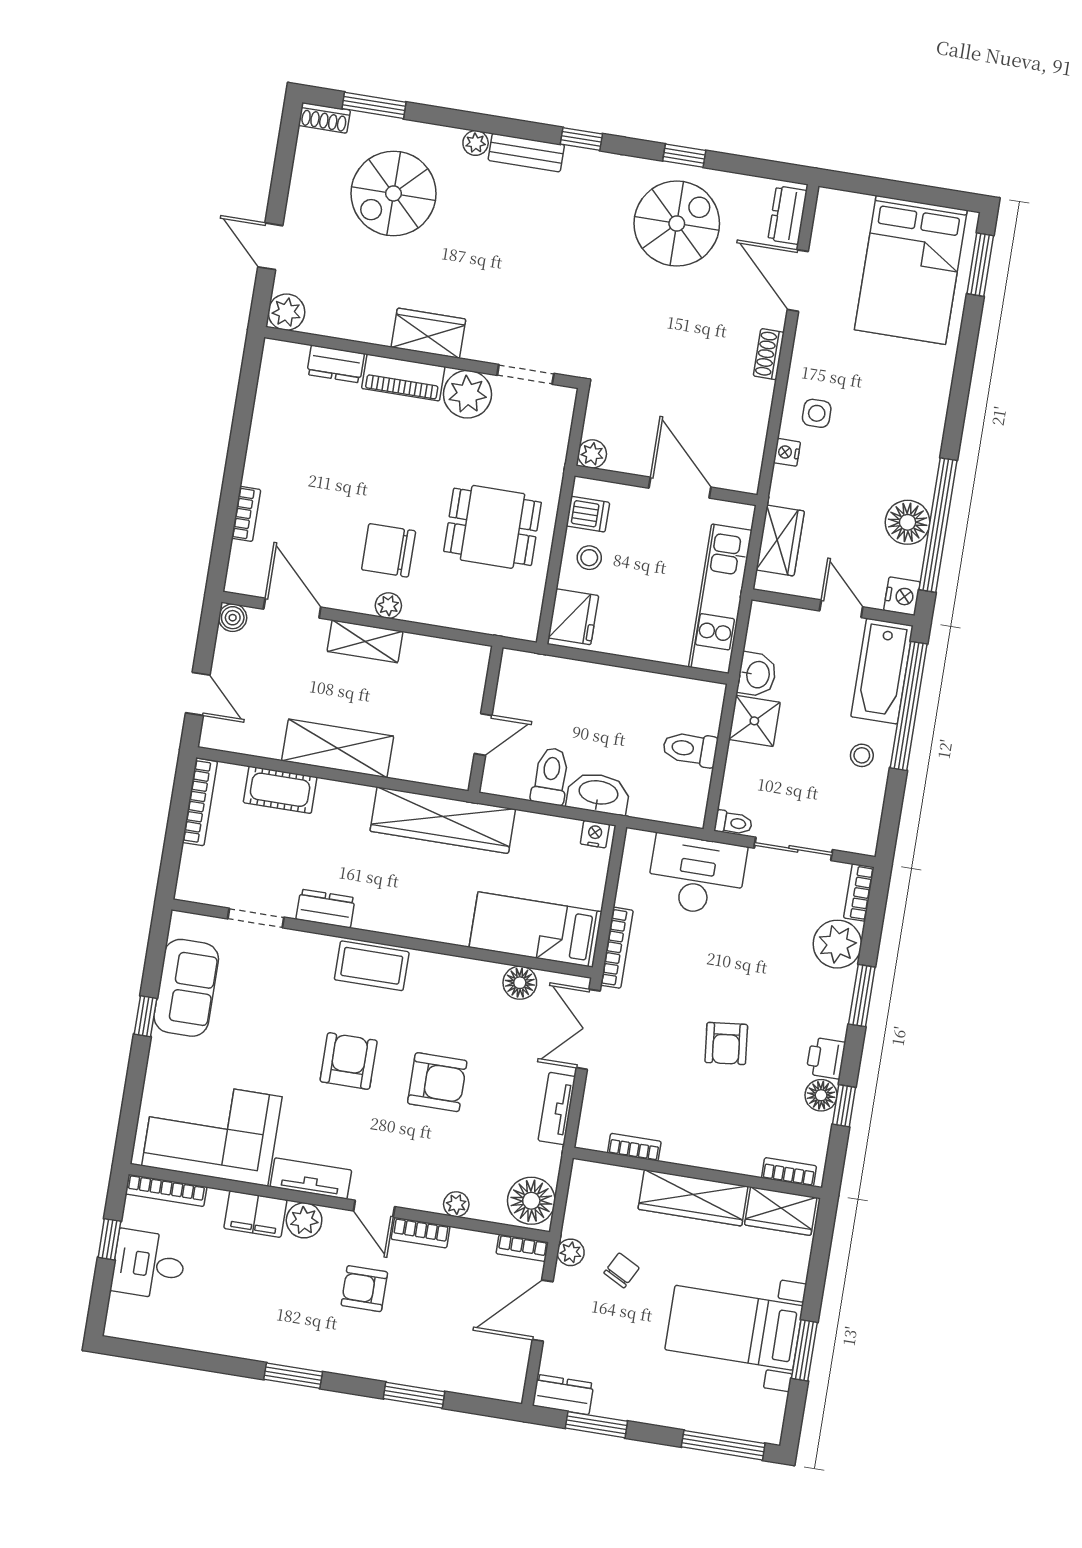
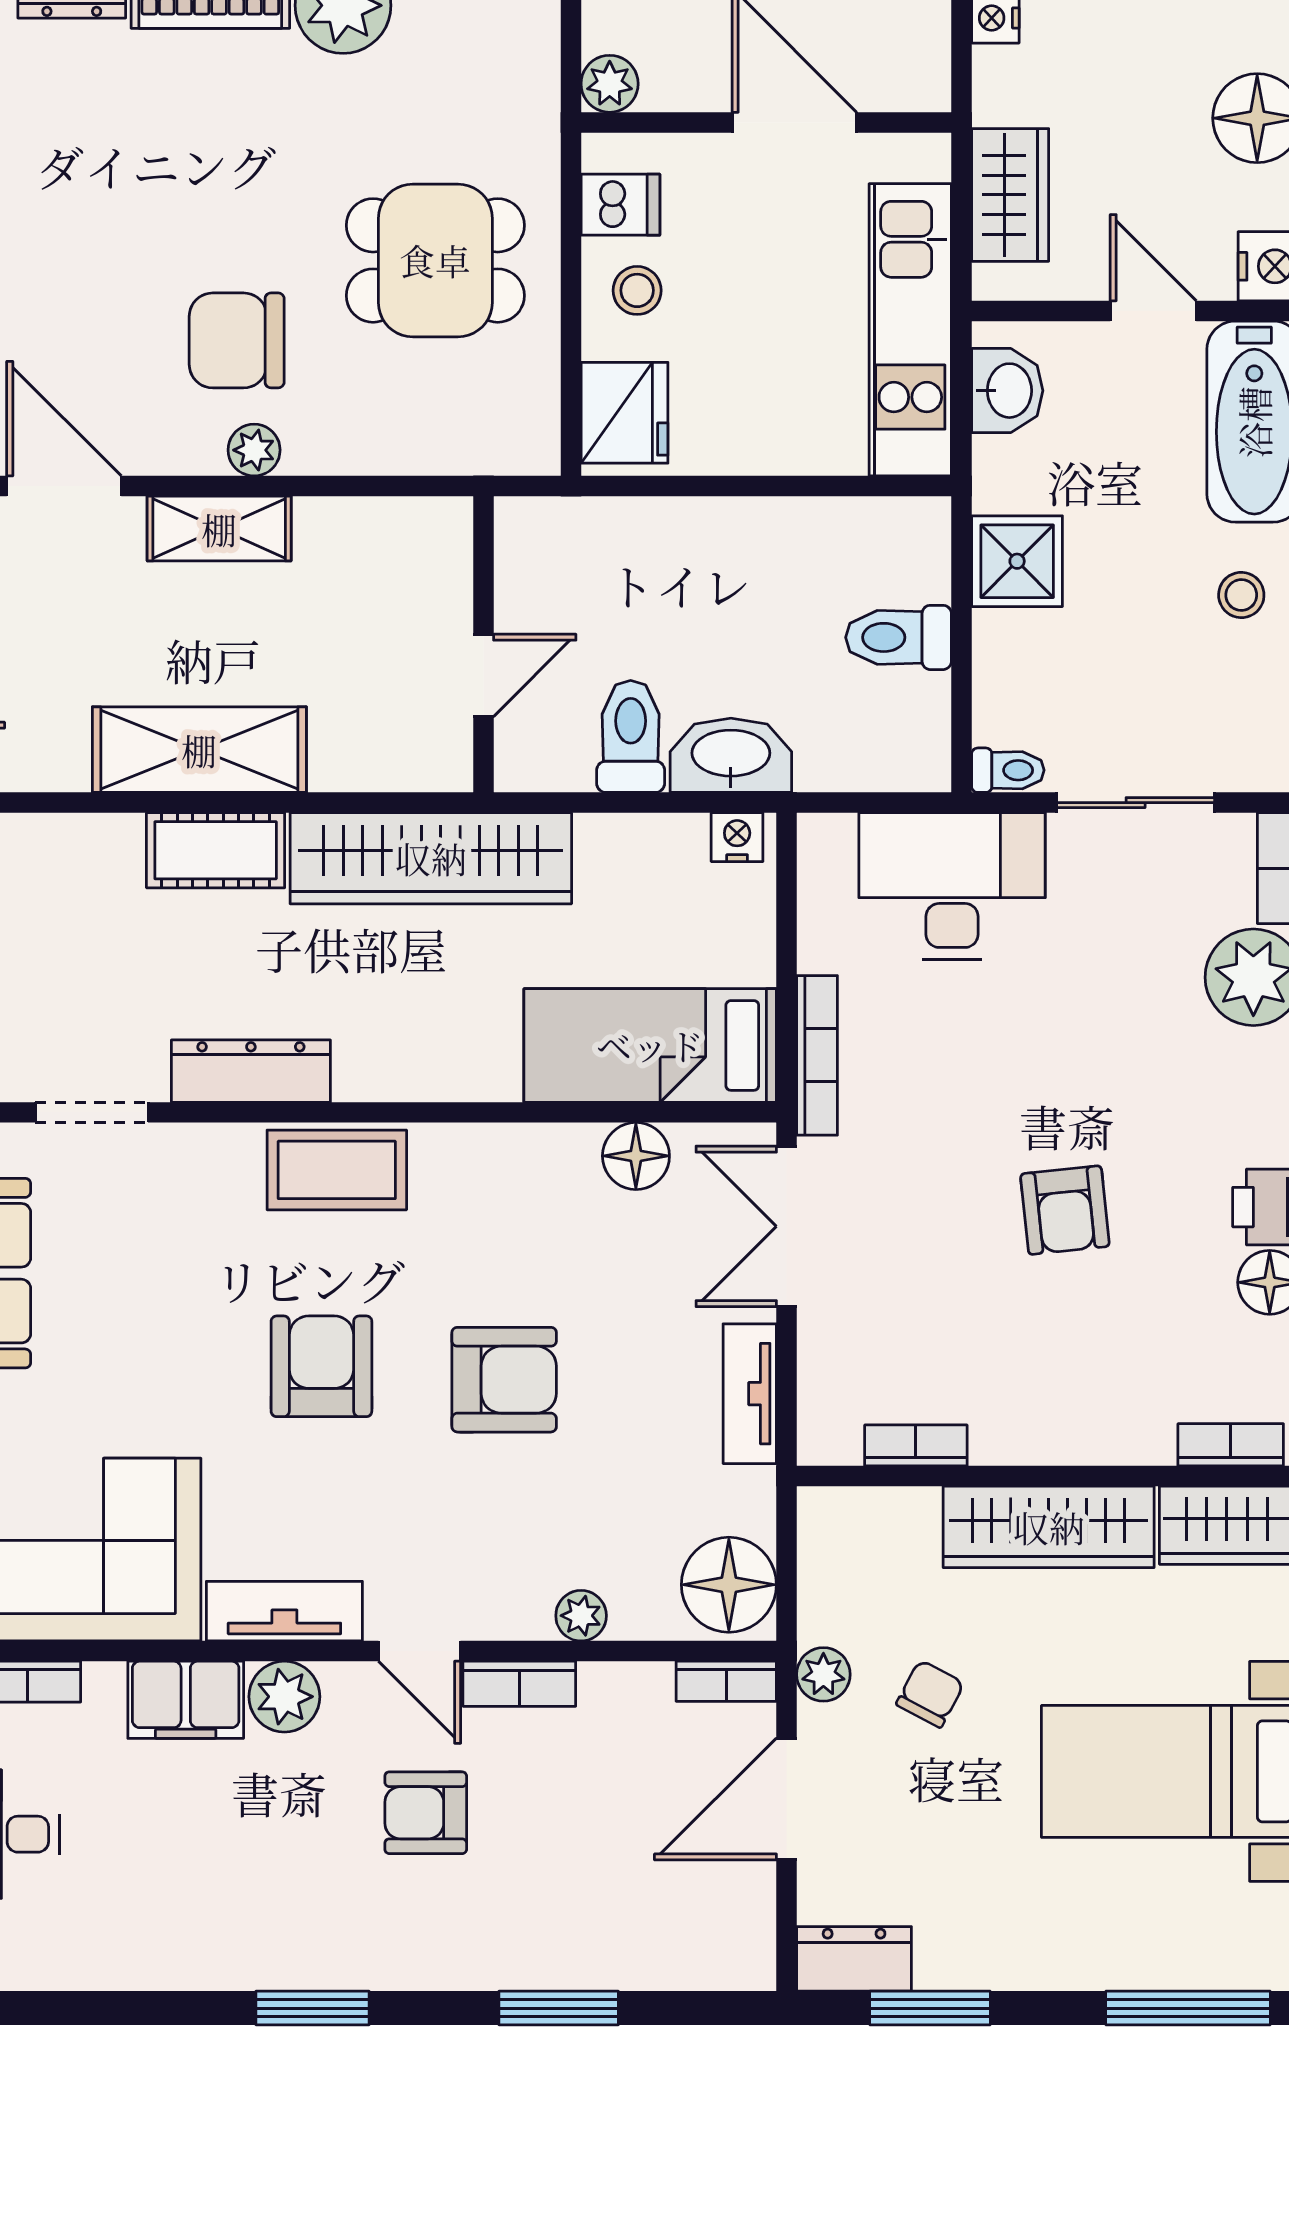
washbasin: (757, 674) -> (1007, 391), moved
cot: (280, 790) -> (216, 850), moved
dresser: (326, 908) -> (251, 1071), width x1.44

